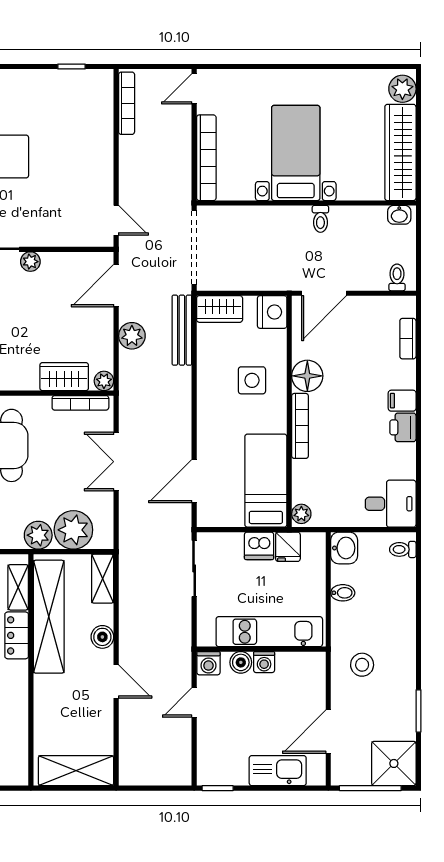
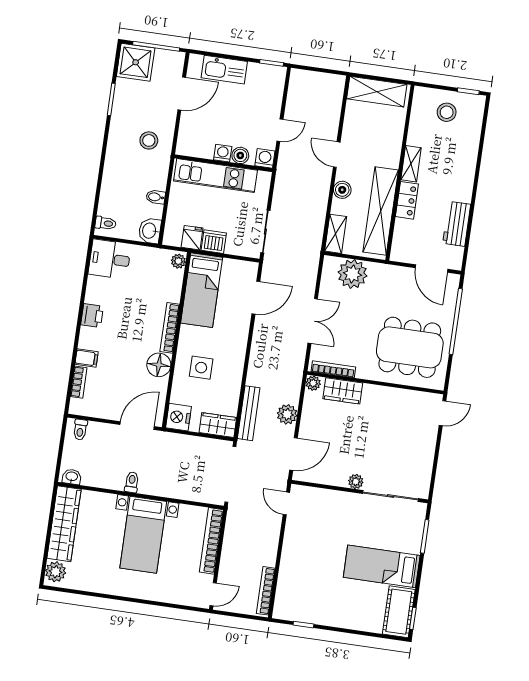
filing cabinet: (402, 401) -> (87, 358), moved
plant: (38, 535) -> (380, 274), removed
shelving: (18, 587) -> (411, 164), moved

